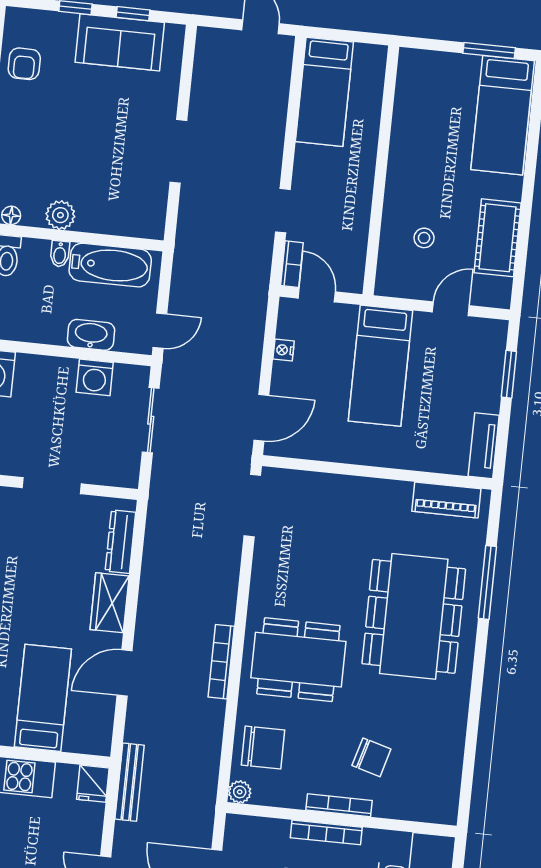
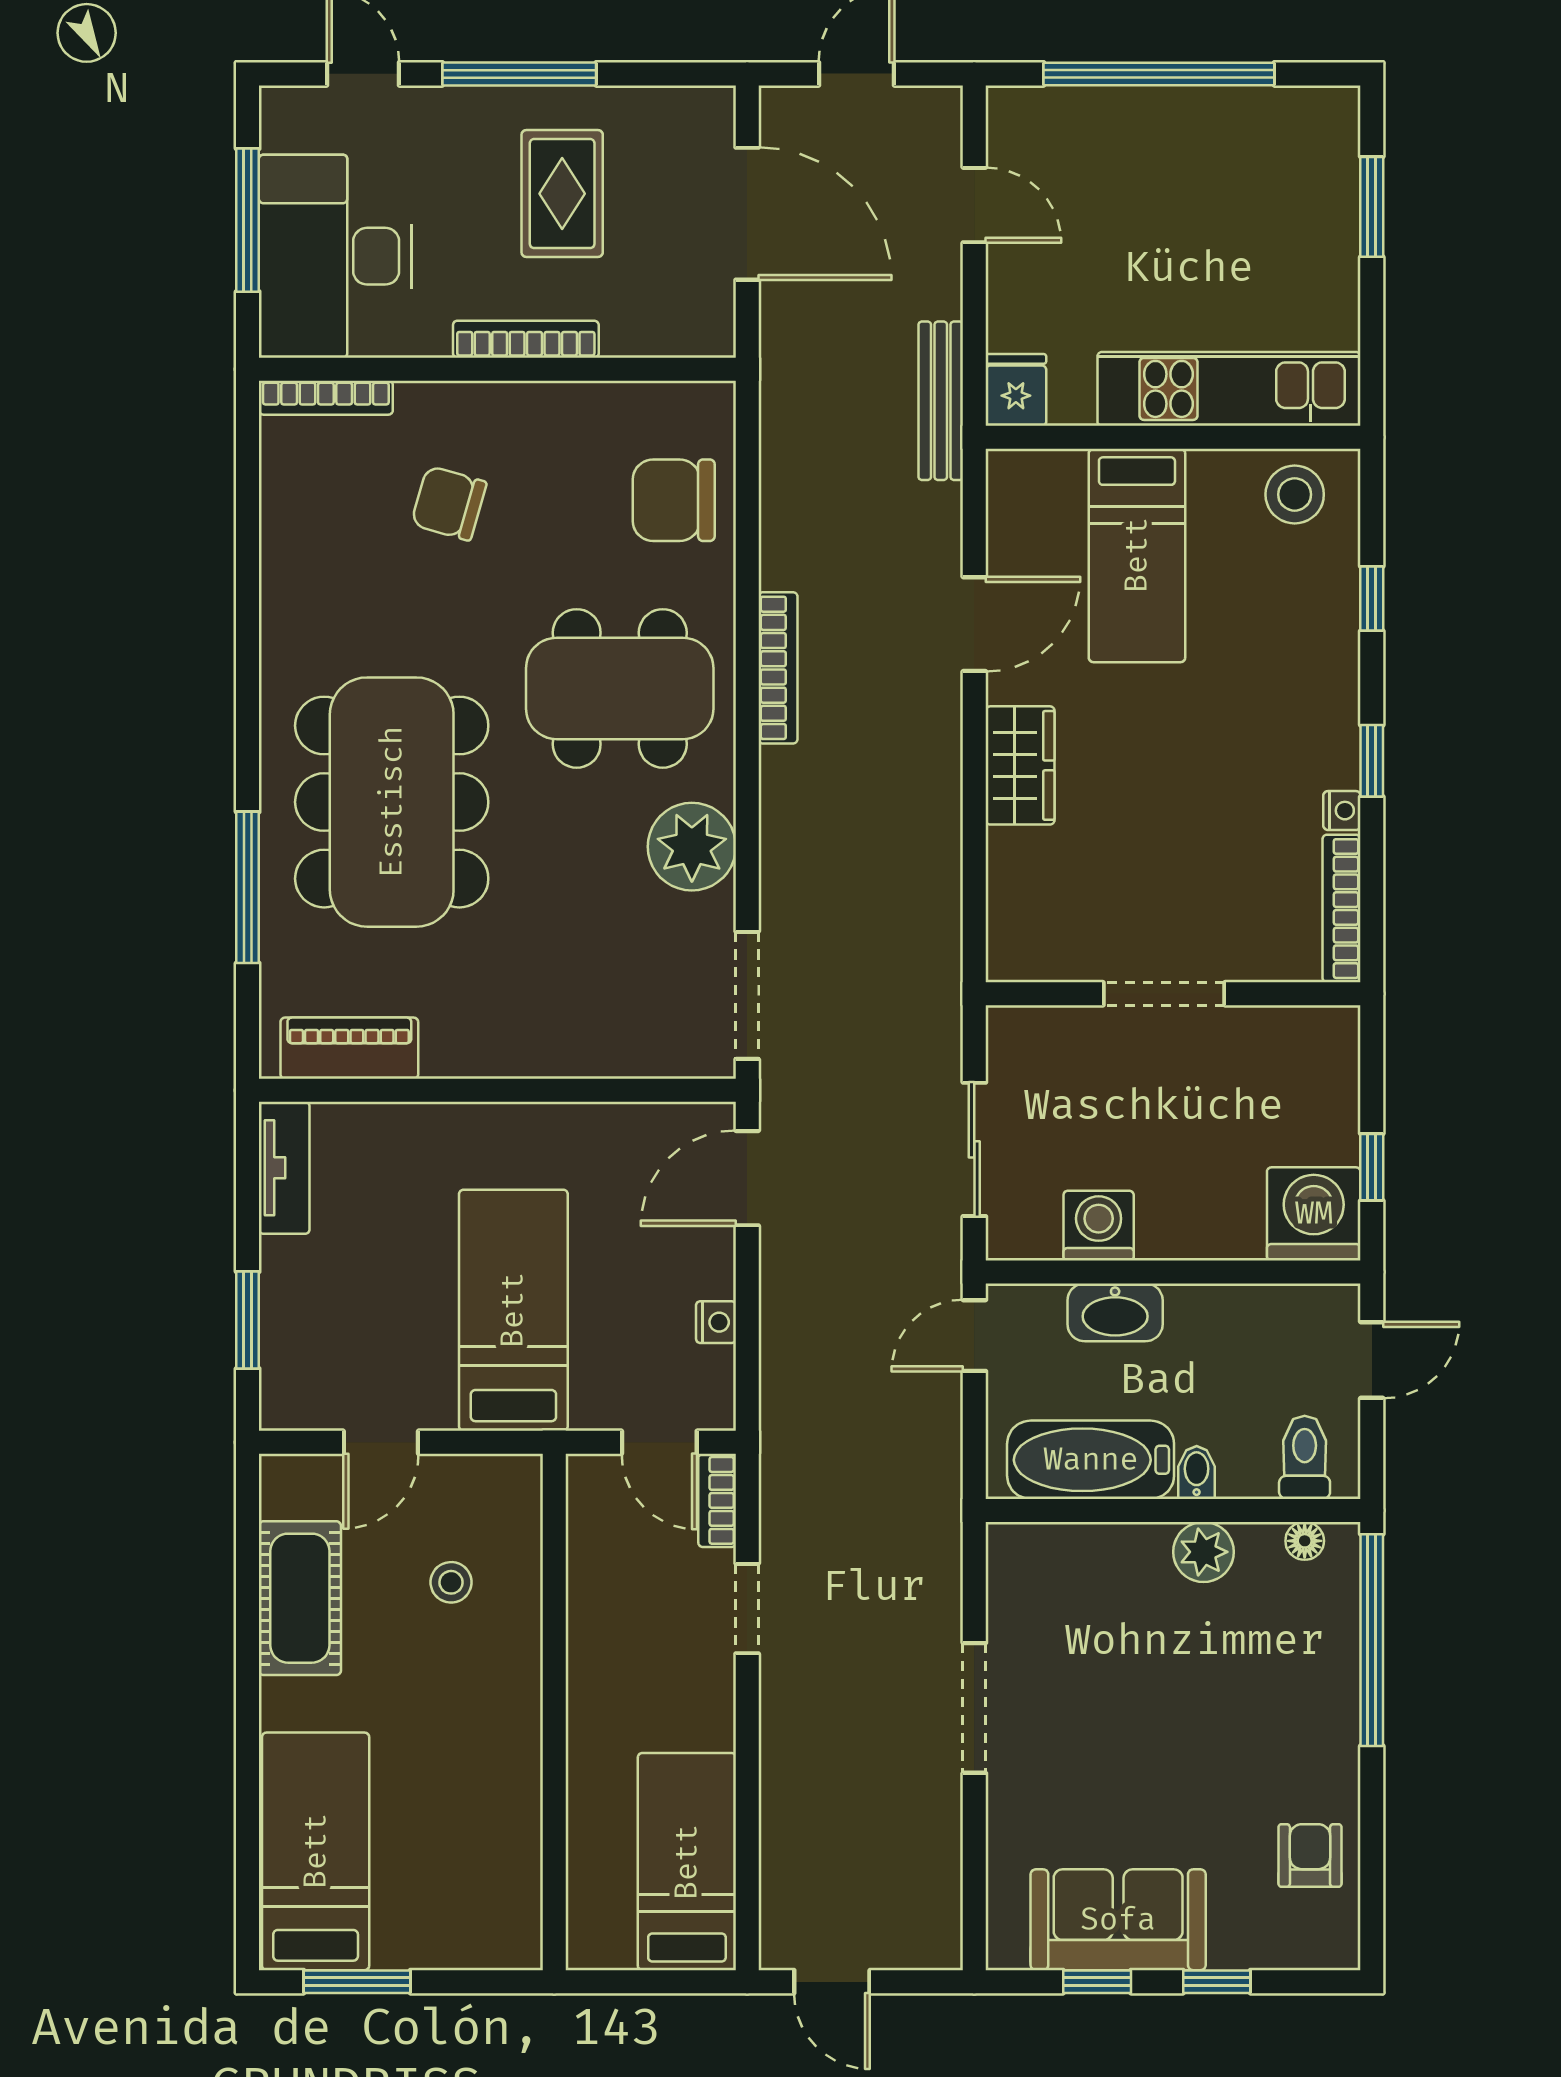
dresser: (120, 542) -> (1011, 893), removed
plant: (240, 792) -> (692, 847), moved, width x1.88, depth x1.88
bookcase: (339, 805) -> (326, 398), moved

